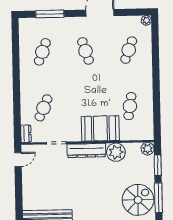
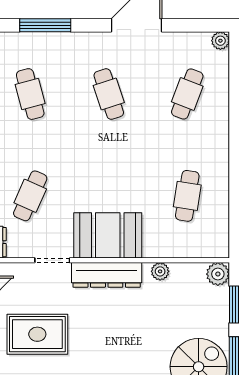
cafe table: (42, 52) -> (30, 94), turned -36
booth: (100, 128) -> (108, 235), moved
plant: (116, 152) -> (160, 271), width x0.53, depth x0.53
rug: (49, 184) -> (37, 334), added

